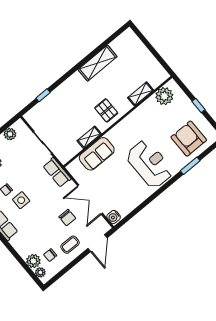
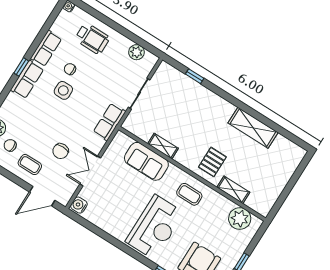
pallet: (106, 110) -> (212, 162), moved
coffee table: (133, 129) -> (189, 194), added
double door: (90, 200) -> (90, 171), width x0.73

